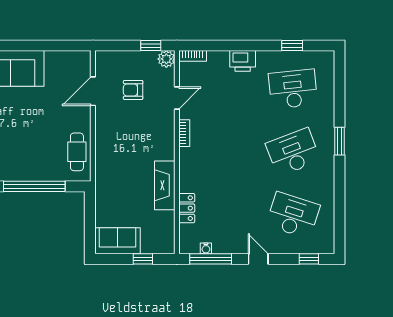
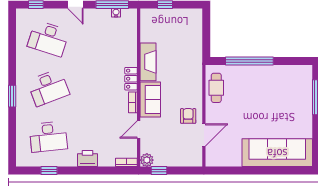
armchair: (133, 90) -> (188, 116), moved, turned -90
locker: (187, 208) -> (131, 79), moved
sofa: (117, 241) -> (150, 99), moved, turned -90

